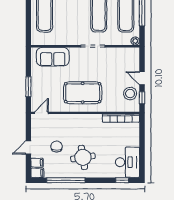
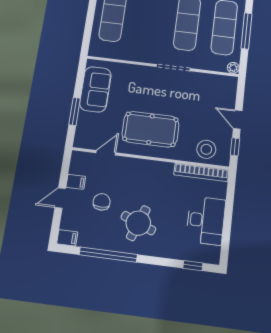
sofa: (53, 57) -> (95, 89), moved, turned -90
stool: (130, 94) -> (206, 149), moved
door: (41, 113) -> (106, 153), moved
round table: (83, 157) -> (138, 223), turned 30
desk: (127, 162) -> (206, 221), moved
filing cabinet: (37, 163) -> (76, 182), moved

